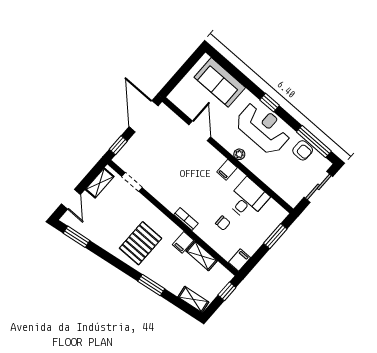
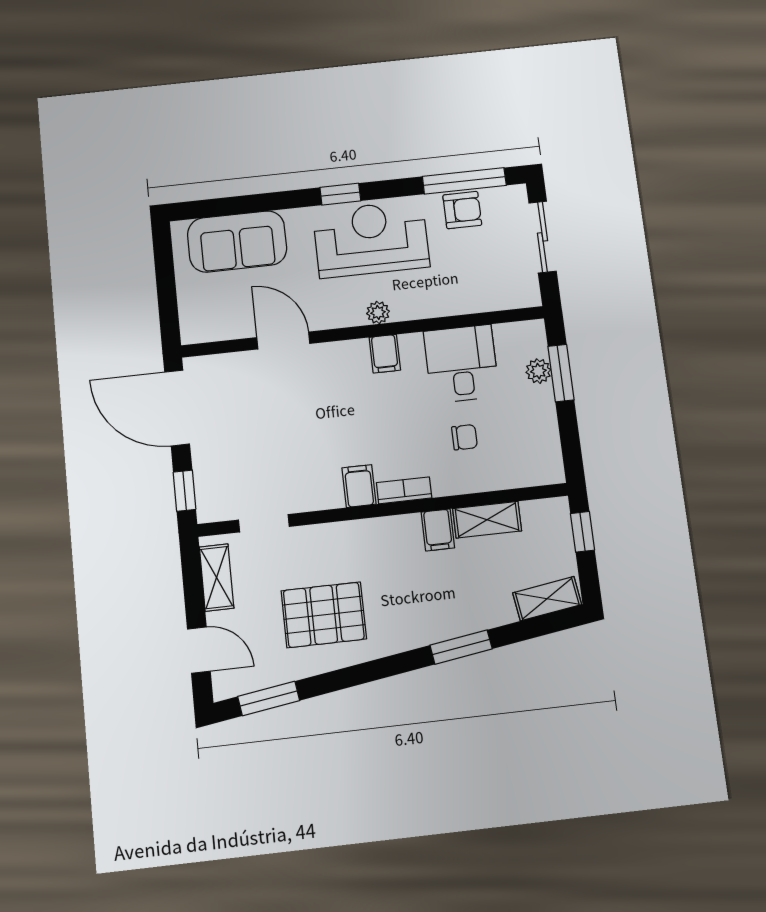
plant: (269, 228) -> (538, 371), added
pallet: (141, 243) -> (324, 615), moved, turned 90
filing cabinet: (239, 260) -> (359, 486), moved

